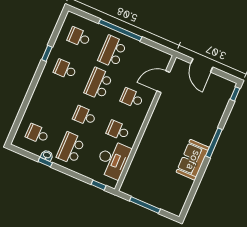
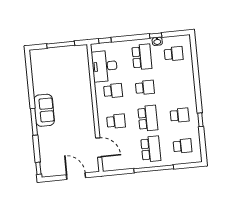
door: (163, 82) -> (99, 147), hinge flipped
sofa: (193, 160) -> (44, 110), moved

